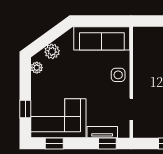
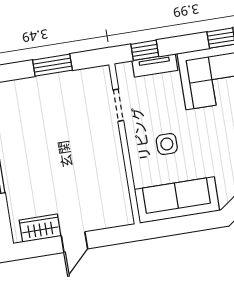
side table: (118, 75) -> (167, 144), moved

